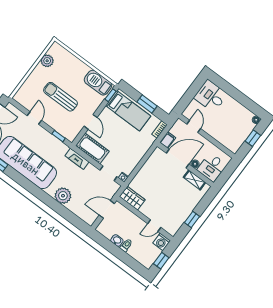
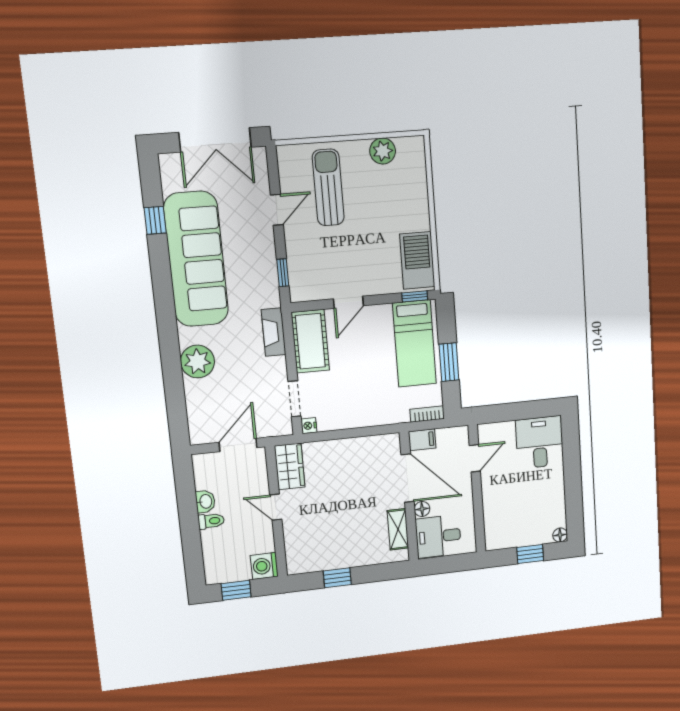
sun lounger: (60, 97) -> (328, 187), moved
door: (107, 209) -> (238, 445), hinge flipped
door: (154, 226) -> (276, 507), moved

